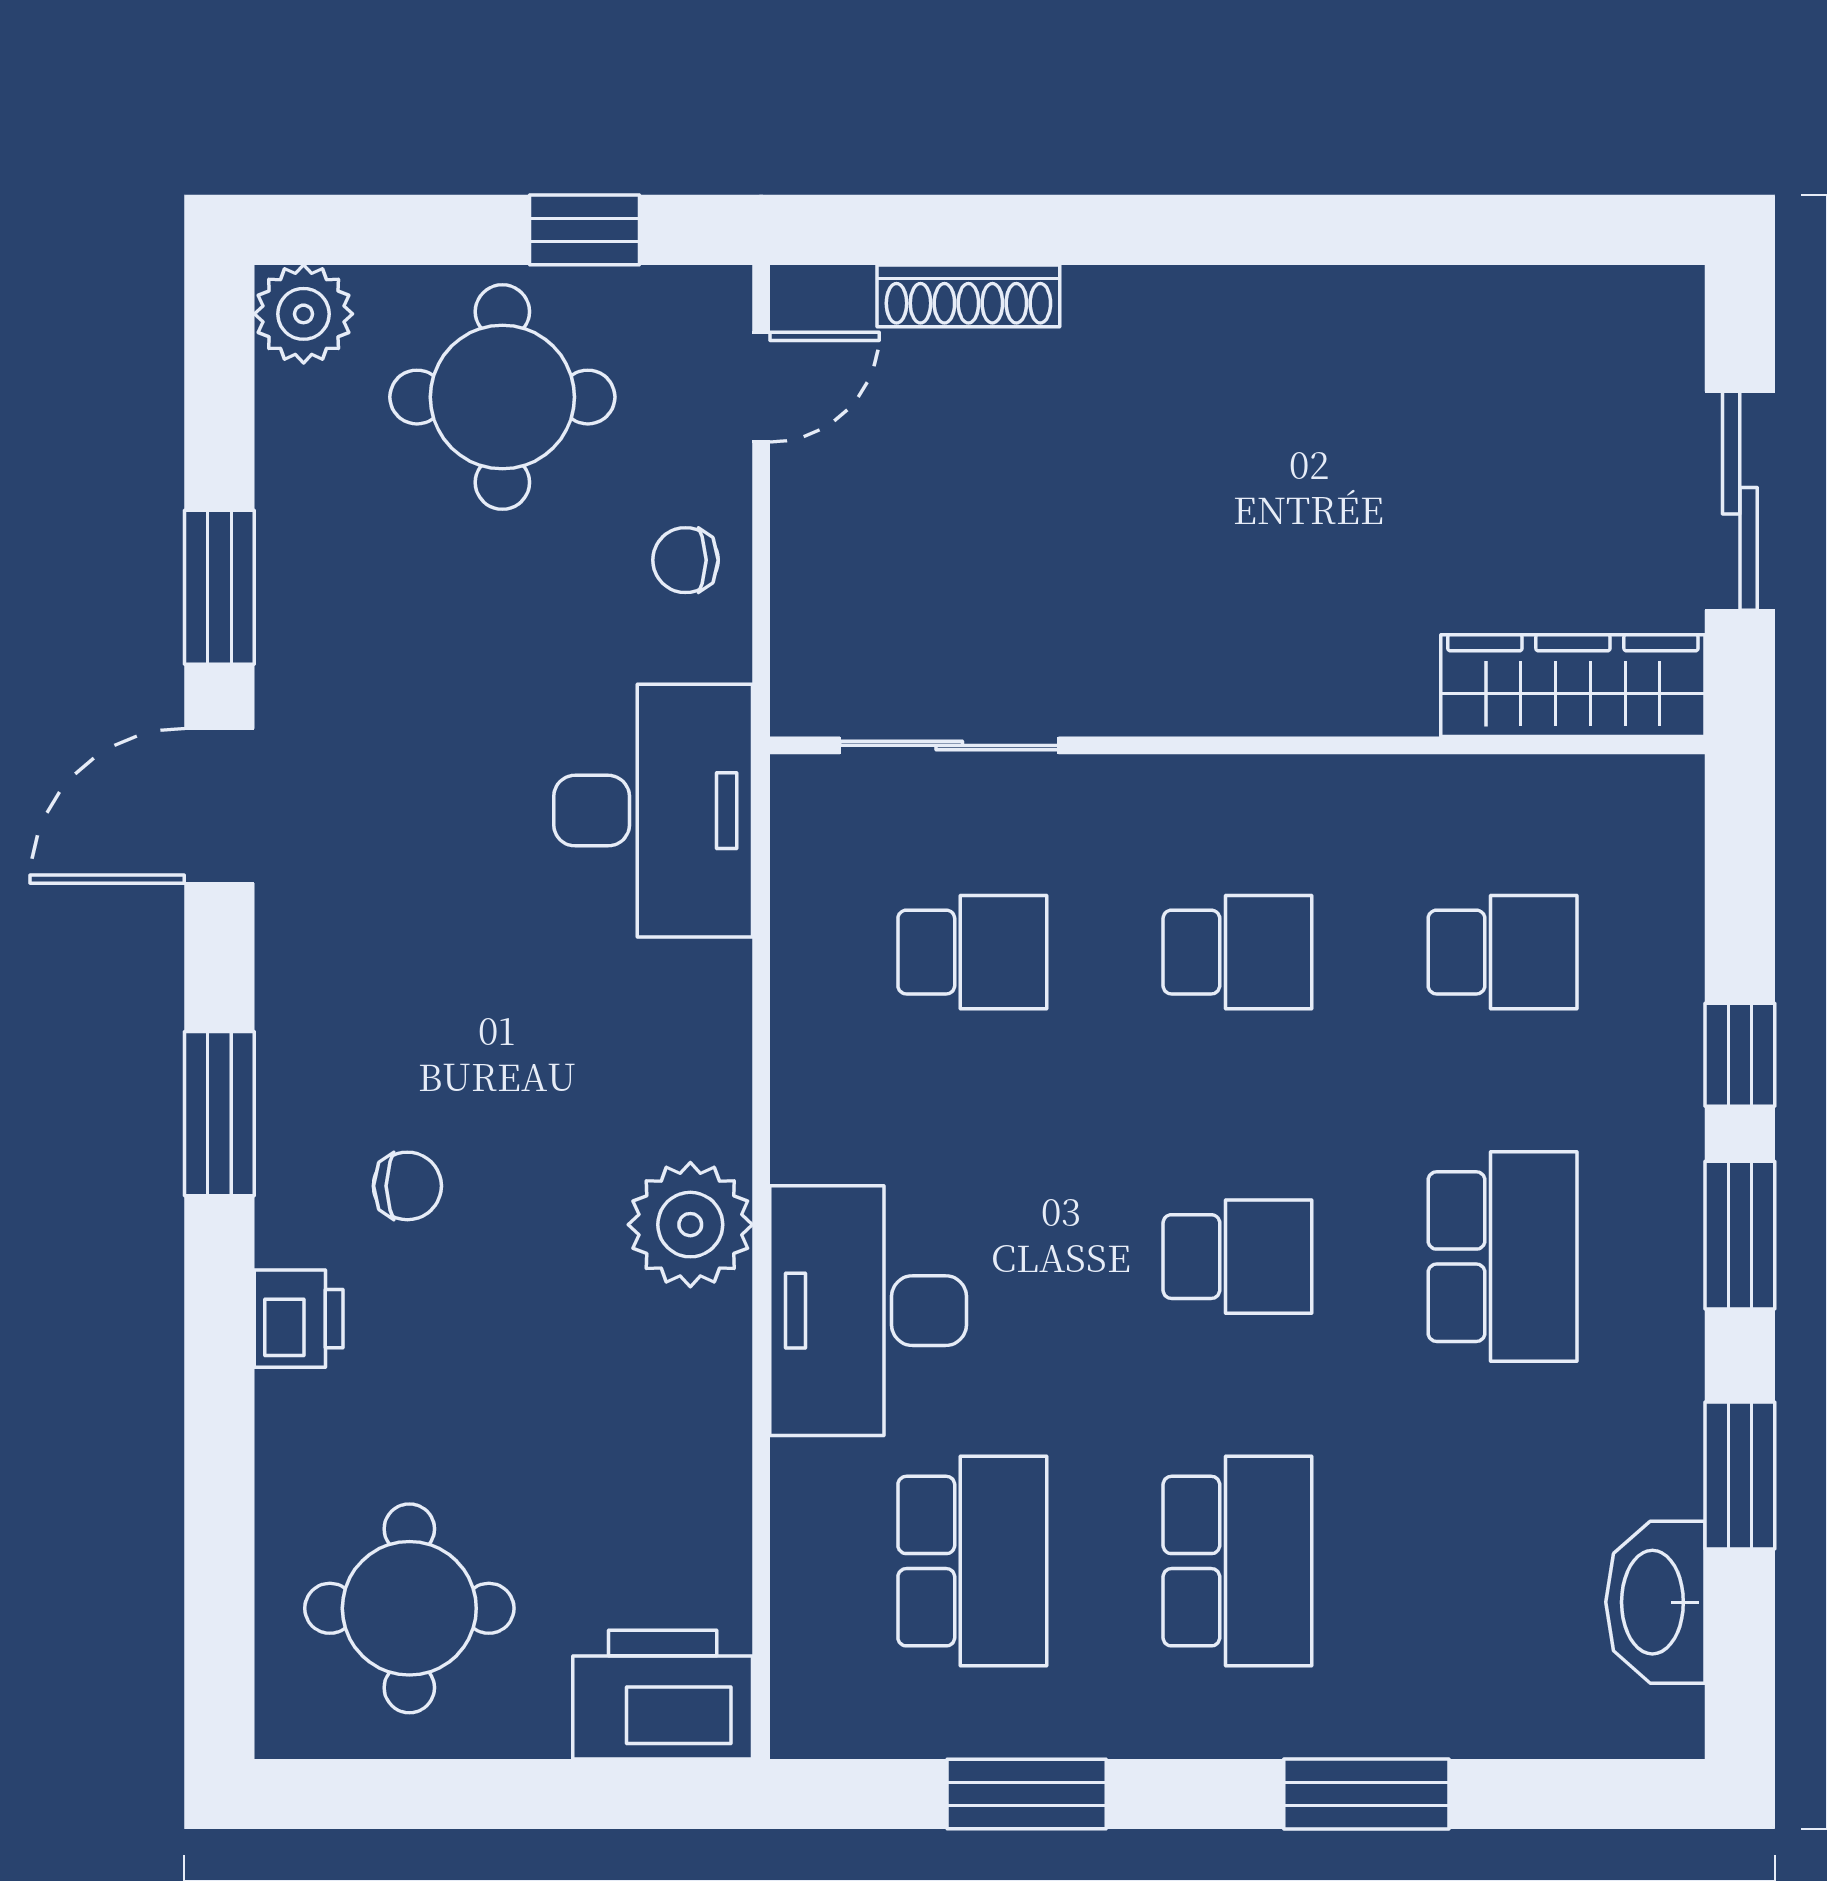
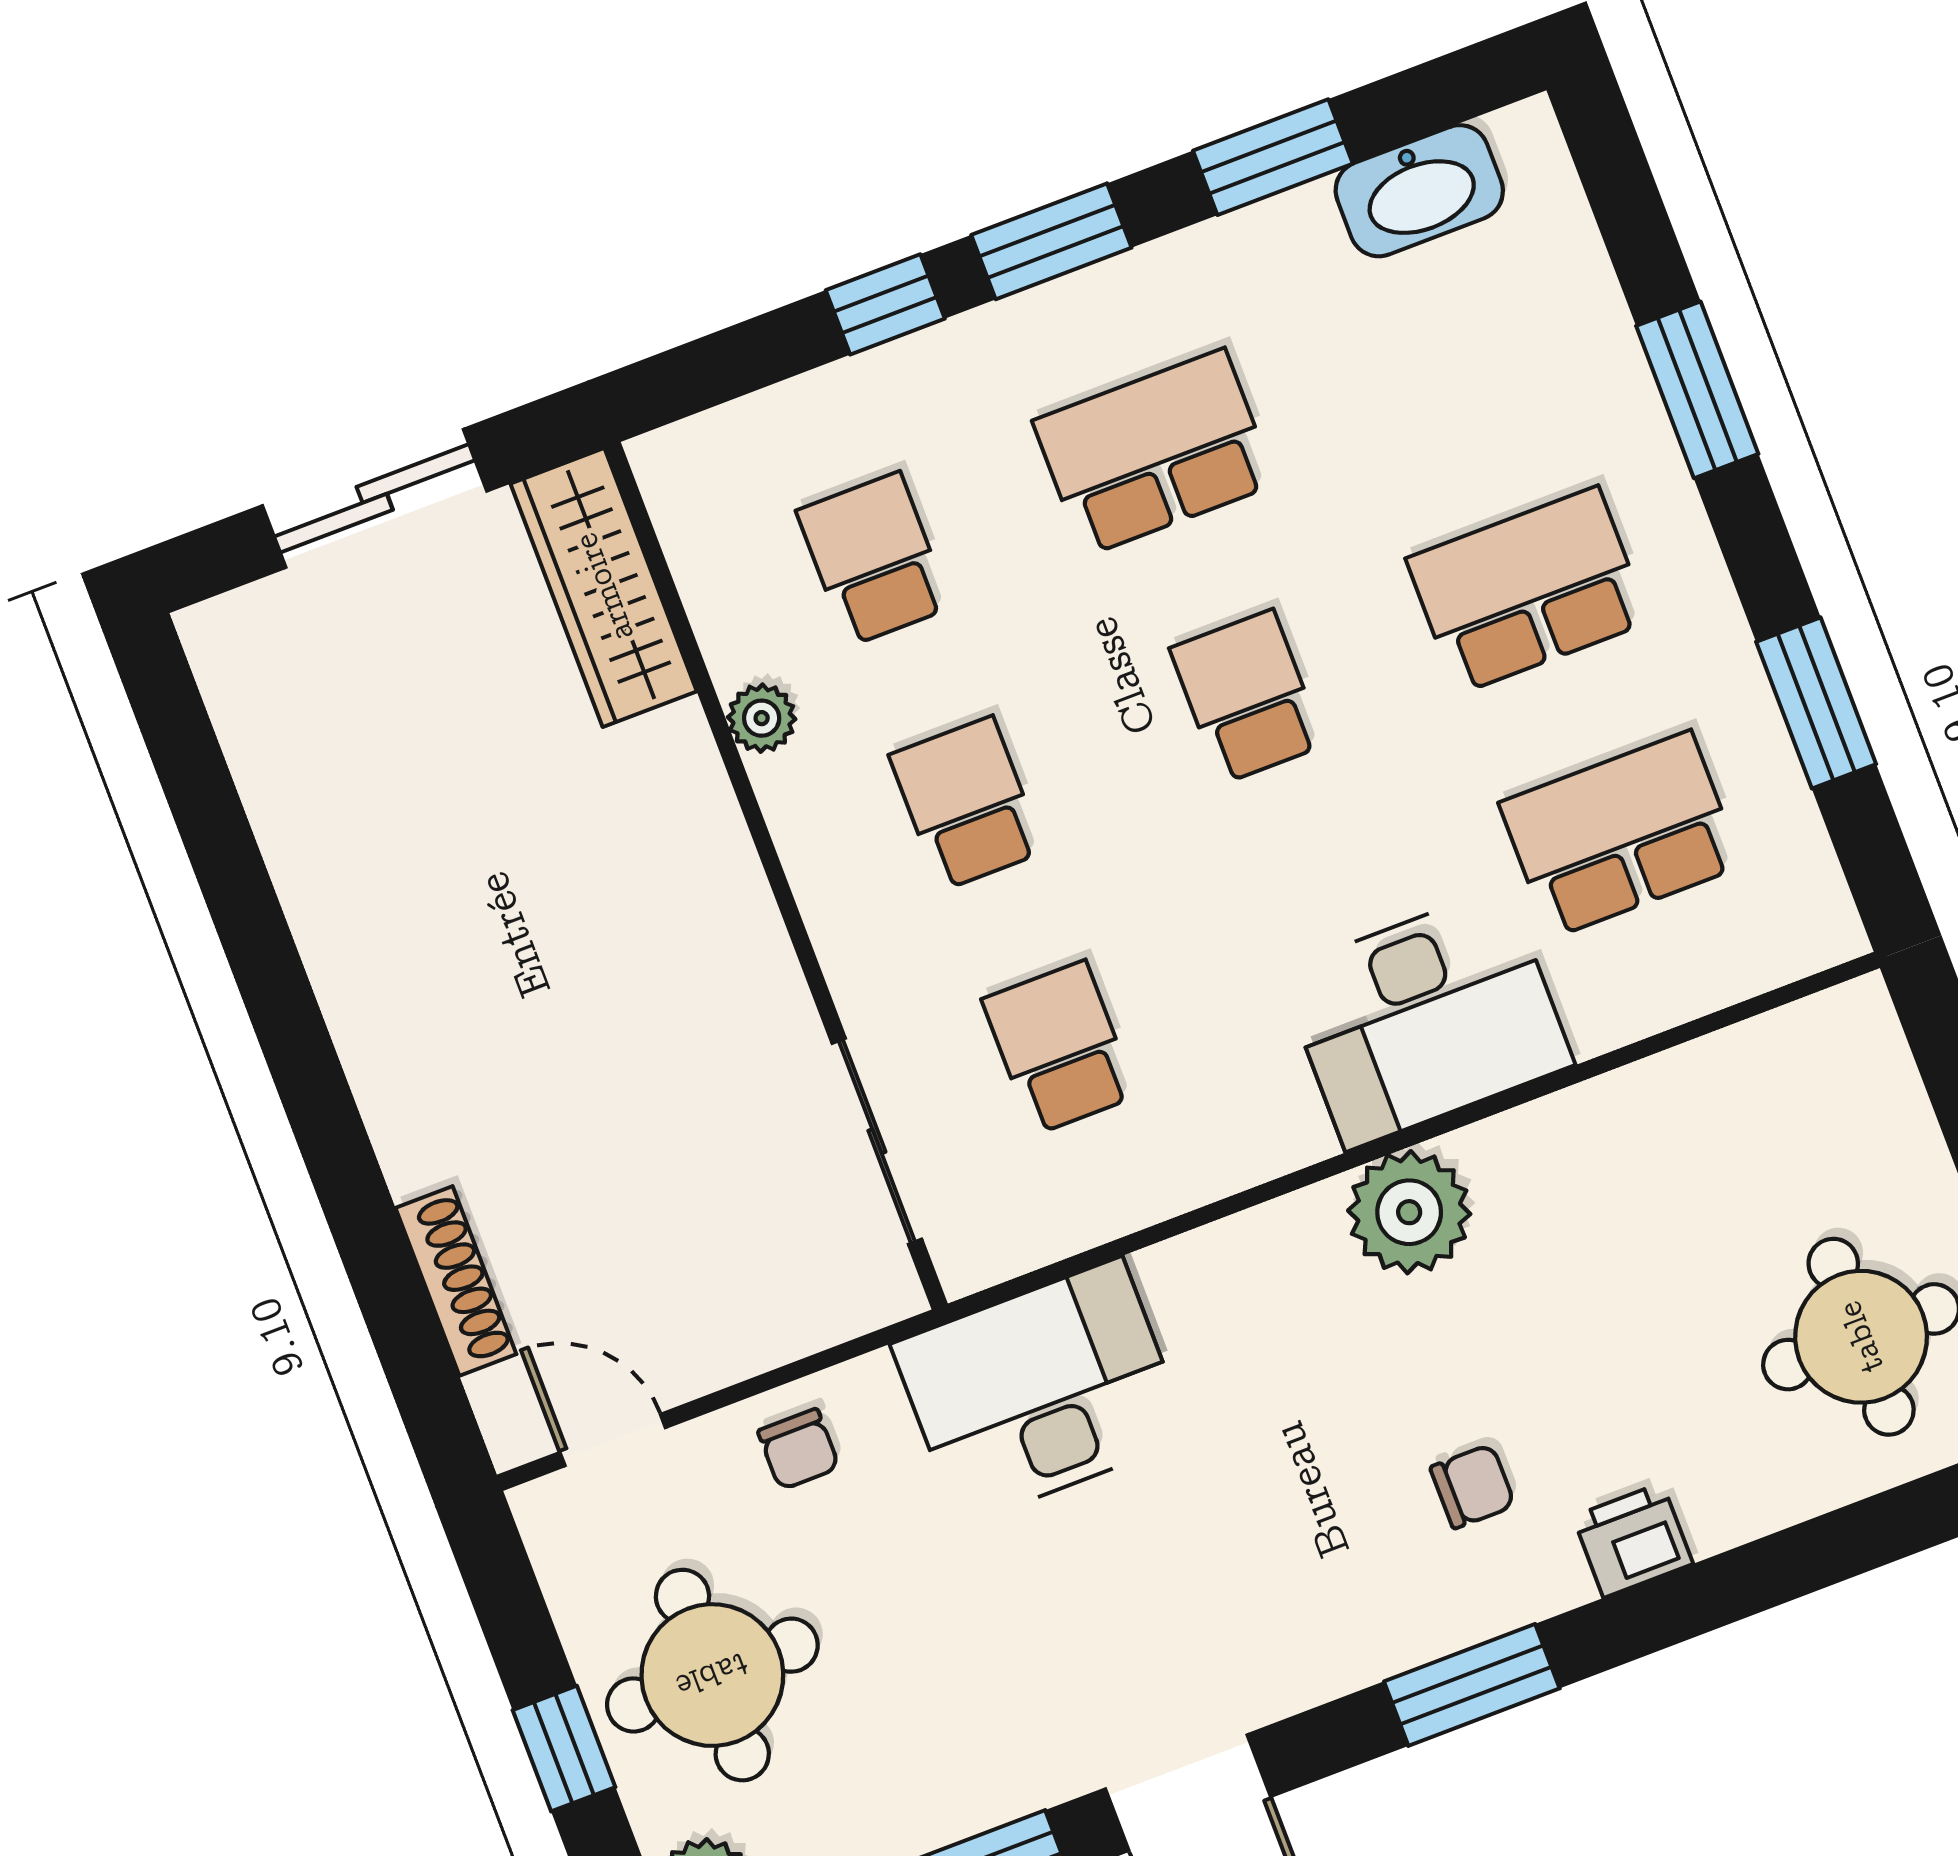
window: (585, 230) -> (564, 1749), moved
plant: (1392, 788) -> (762, 718), added
chair: (407, 1186) -> (1473, 1486), turned 90
printer: (663, 1695) -> (1852, 1073), removed

